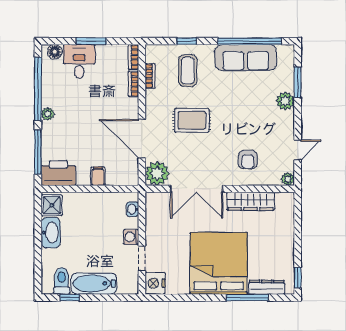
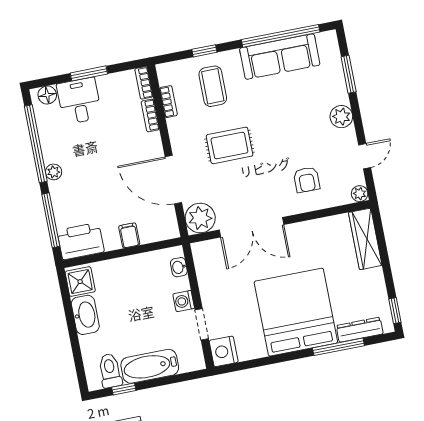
plant: (285, 101) -> (341, 117), moved
wardrobe: (251, 201) -> (365, 239), moved, turned 90

